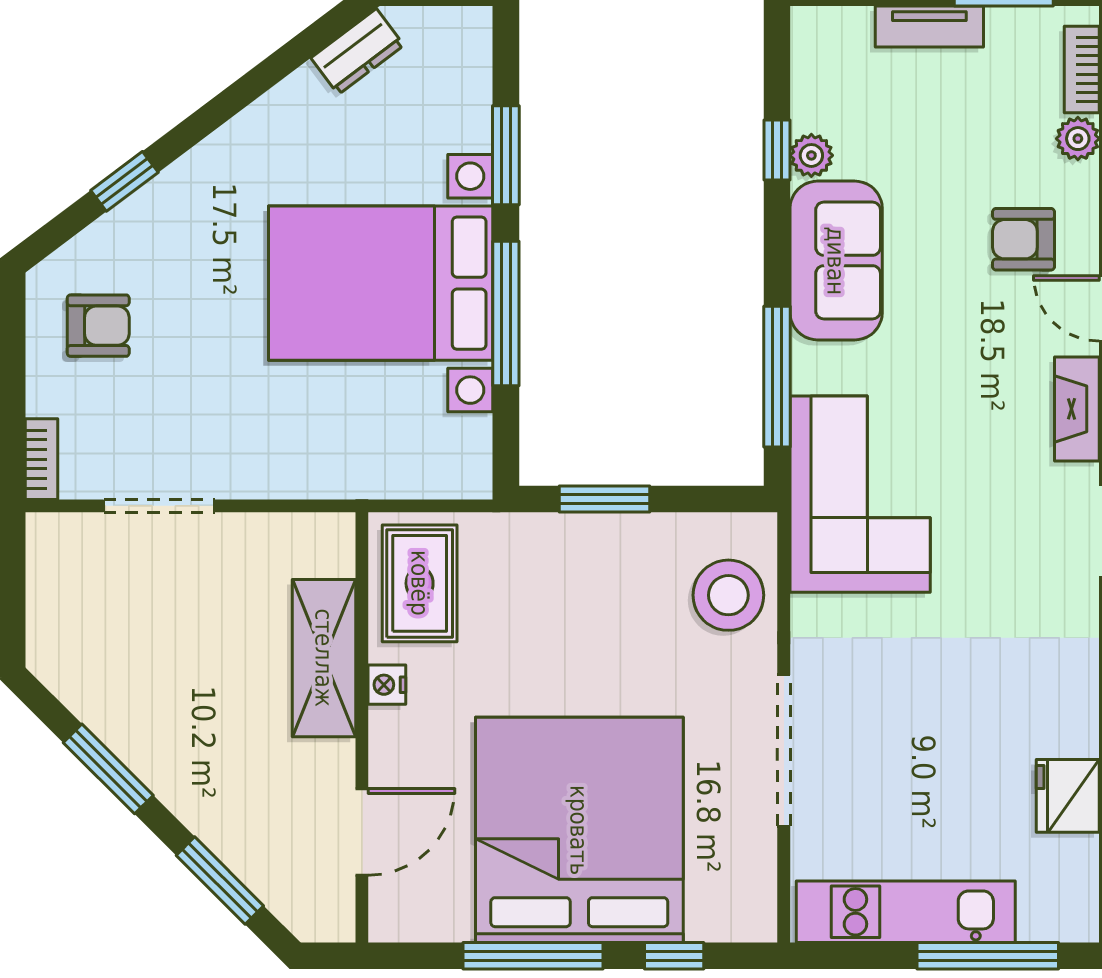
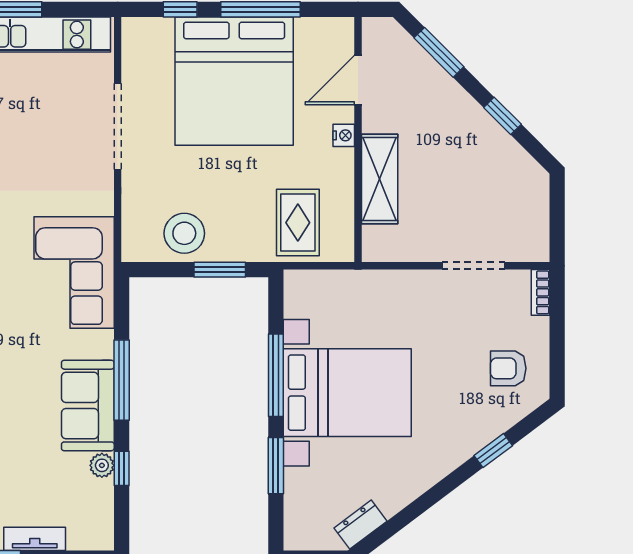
window: (777, 377) -> (122, 380), moved
rug: (420, 583) -> (298, 223), moved
stool: (728, 595) -> (184, 233), moved
nightstand: (387, 685) -> (344, 135), moved
window: (108, 769) -> (502, 116), width x0.67

